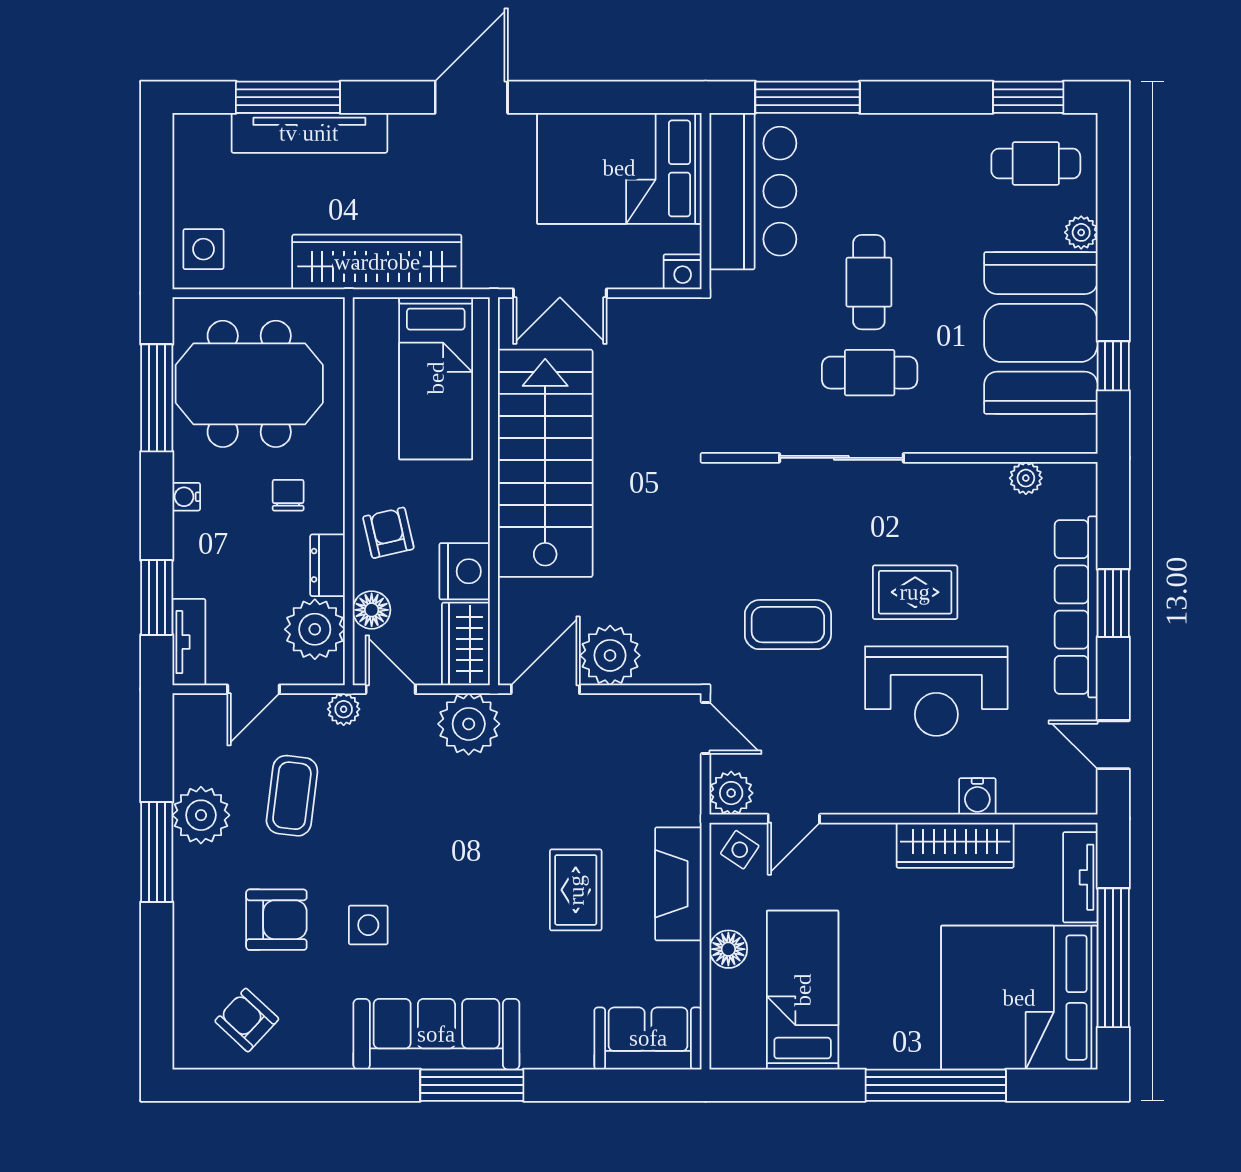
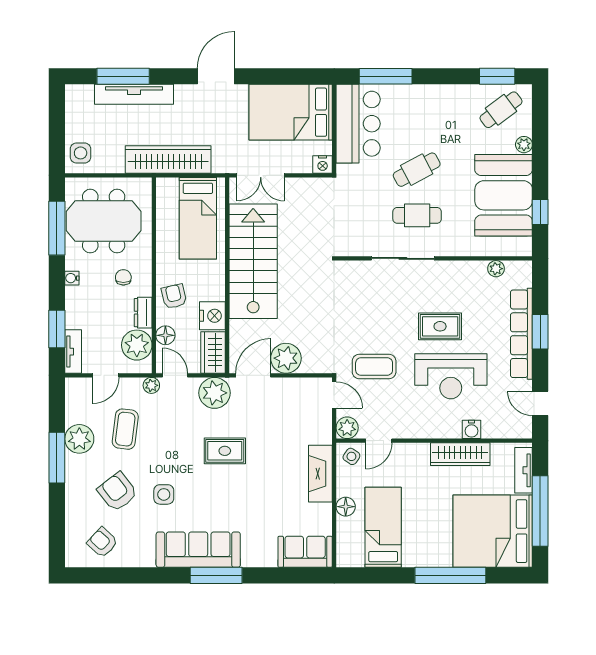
cafe table: (1036, 164) -> (501, 110), turned -37
cafe table: (869, 282) -> (417, 170), turned 62
coffee table: (788, 625) -> (374, 367), moved
rug: (576, 890) -> (225, 451), moved, turned 90
armchair: (276, 920) -> (117, 492), turned -128

